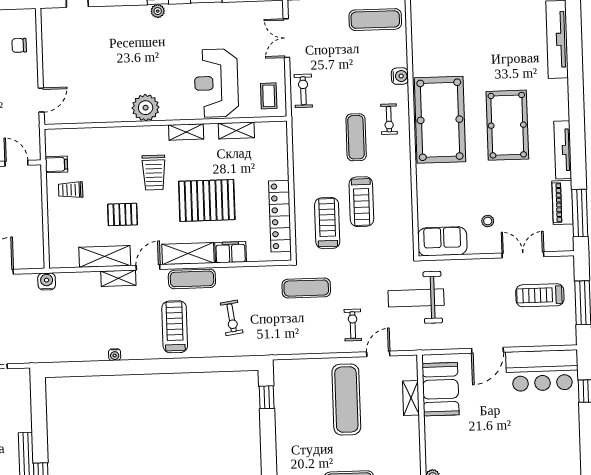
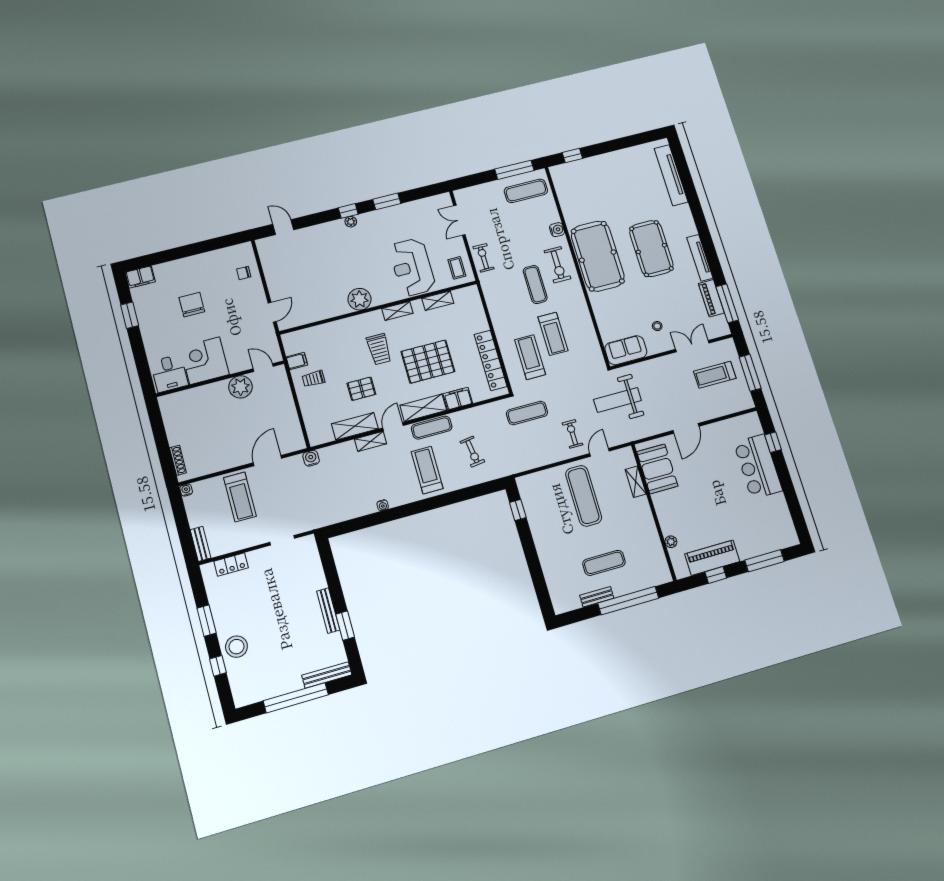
exercise bike: (389, 119) -> (557, 265), width x1.38, depth x1.39
bar counter: (542, 371) -> (758, 467), moved, turned 90

